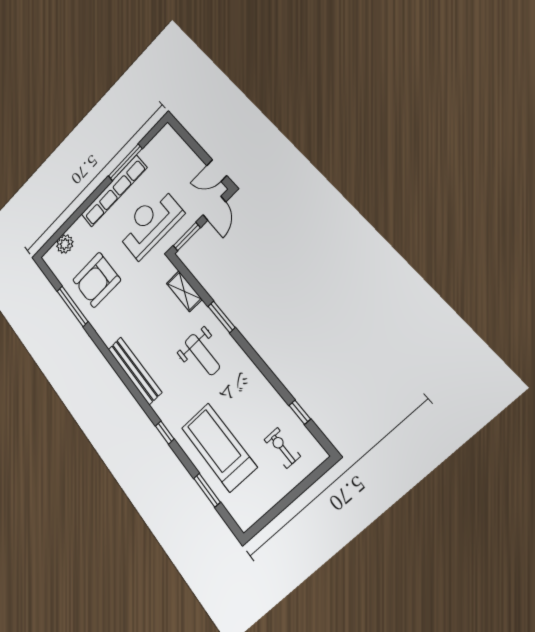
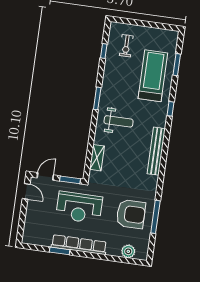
window: (125, 162) -> (60, 251), width x0.69
window: (222, 317) -> (97, 98), moved
weight bench: (202, 355) -> (119, 121), turned 90
treadmill: (219, 447) -> (153, 76), turned 180

